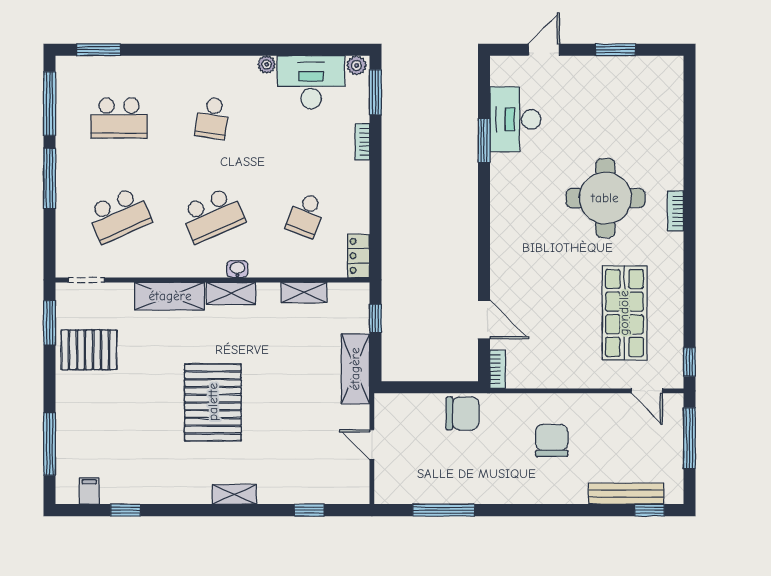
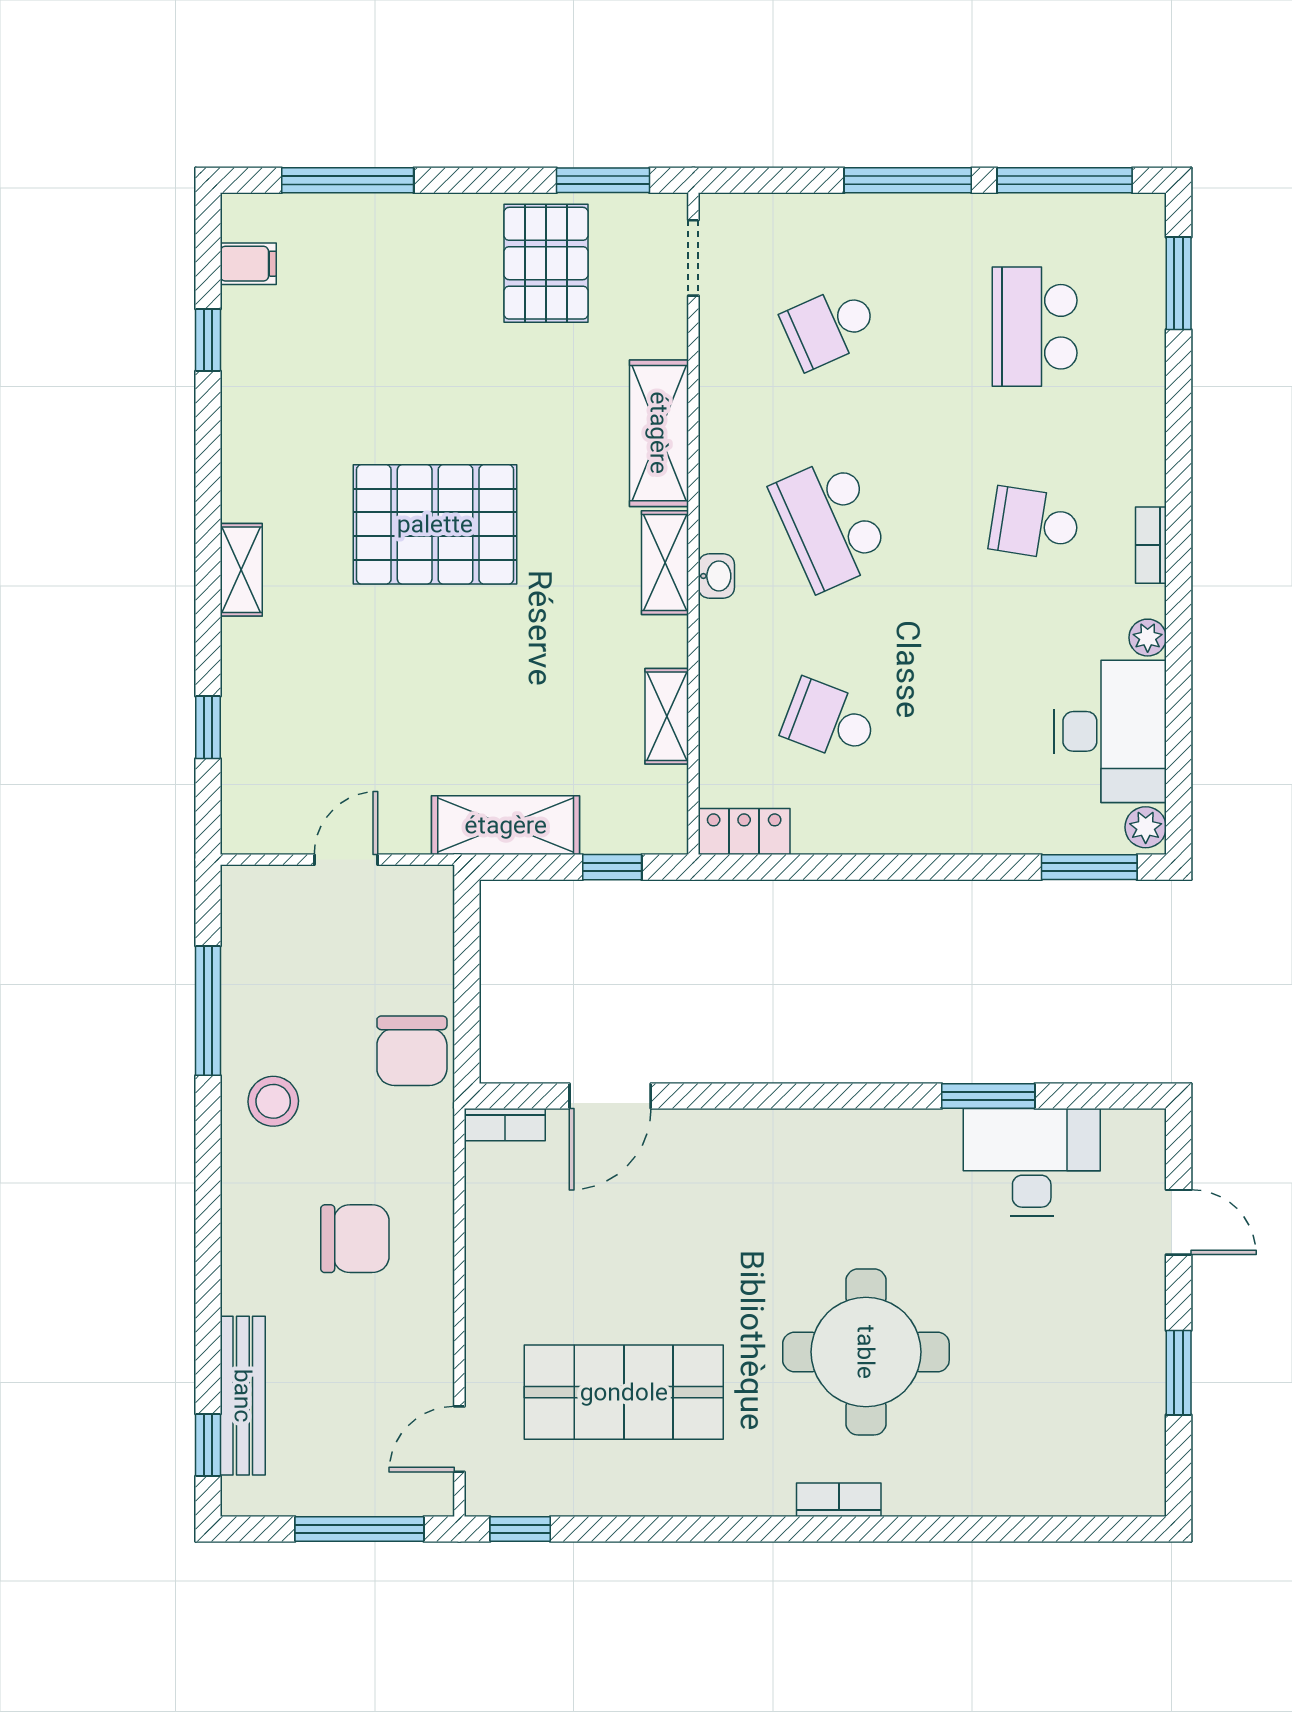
bookcase: (362, 142) -> (1151, 545), moved, turned -90
school desk: (119, 215) -> (830, 327), width x0.54
stool: (487, 479) -> (273, 1101), added

